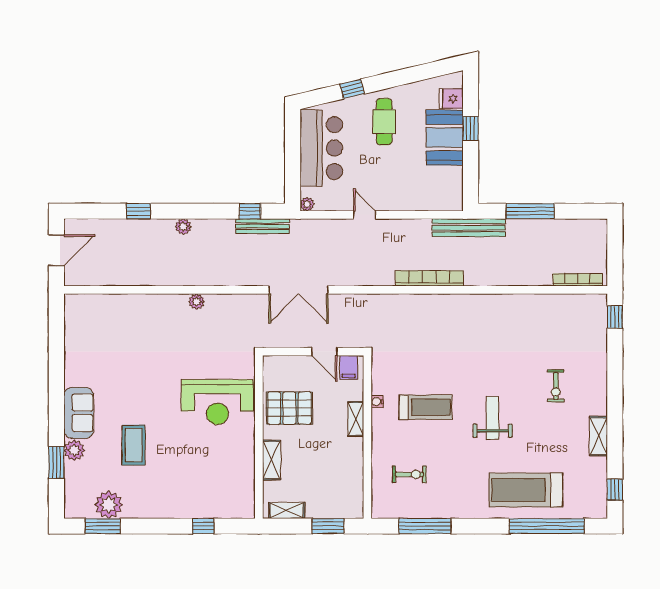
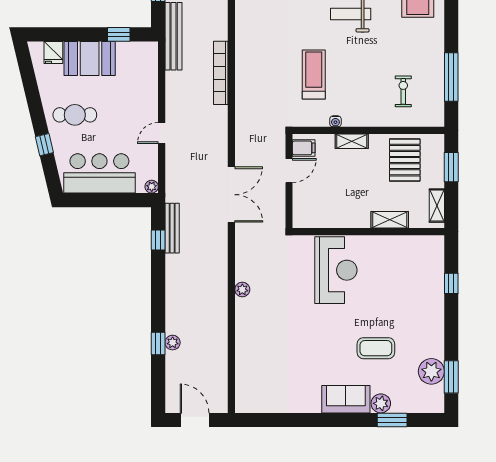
window: (471, 128) -> (119, 34), moved
plant: (183, 227) -> (173, 343), moved
treadmill: (426, 407) -> (314, 74), moved
pallet: (289, 408) -> (405, 160), moved

